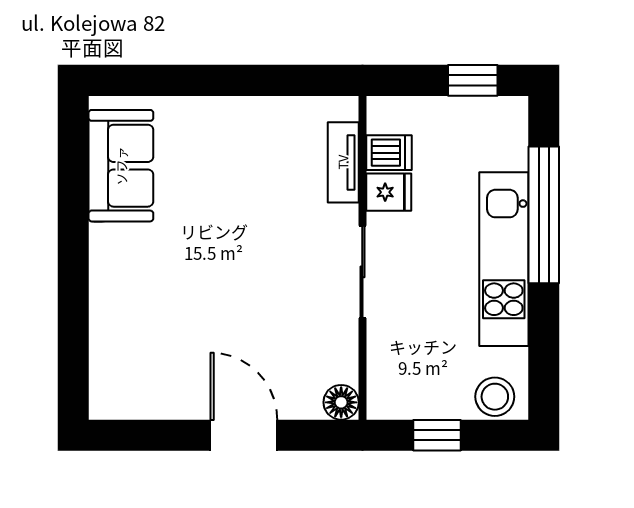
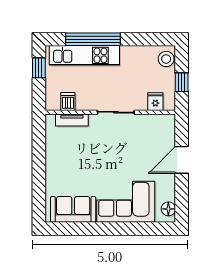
fridge: (389, 192) -> (155, 102), moved
kitchen unit: (504, 259) -> (84, 55), moved
corner sofa: (140, 296) -> (126, 202), added
floor lamp: (341, 402) -> (168, 209), moved

